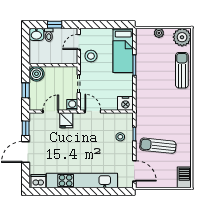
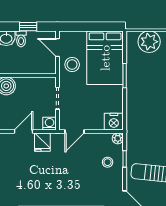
plant: (159, 33) -> (149, 42), width x1.88, depth x1.88
door: (79, 42) -> (57, 47), hinge flipped
bed: (123, 50) -> (105, 58), width x1.50
door: (93, 111) -> (74, 132), swing flipped
plant: (129, 117) -> (118, 138), added

